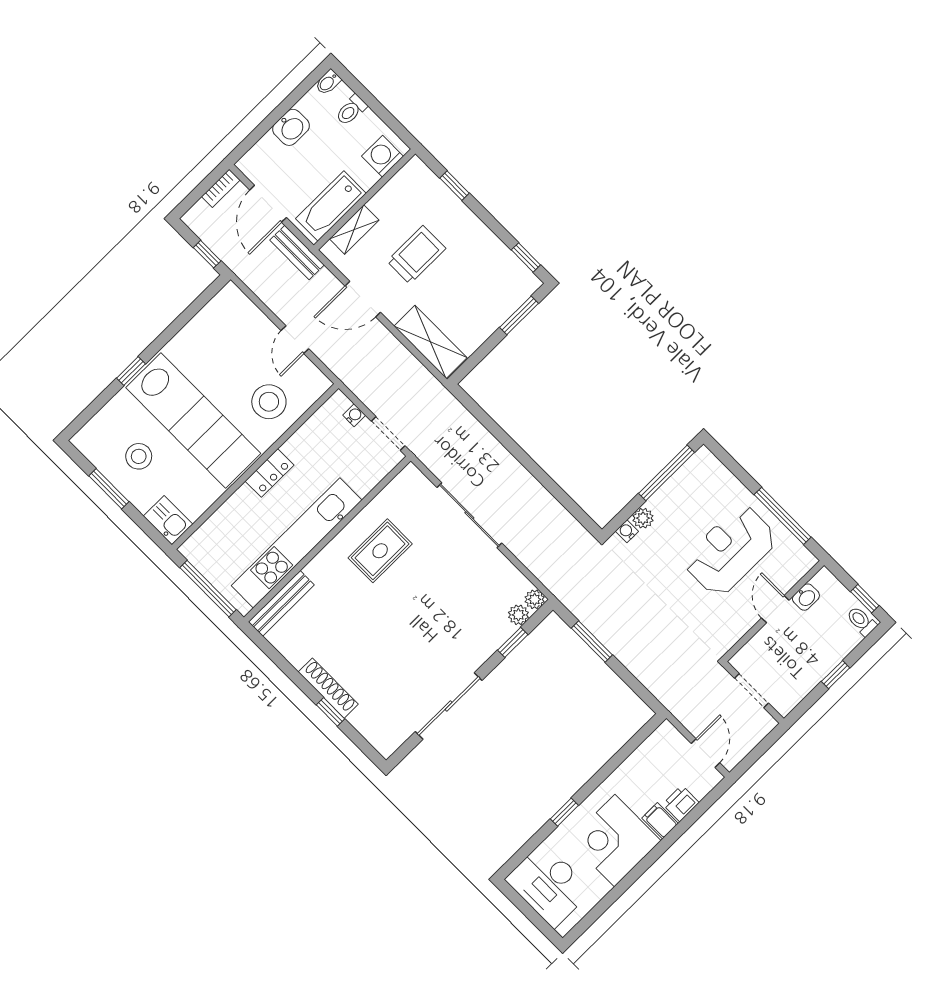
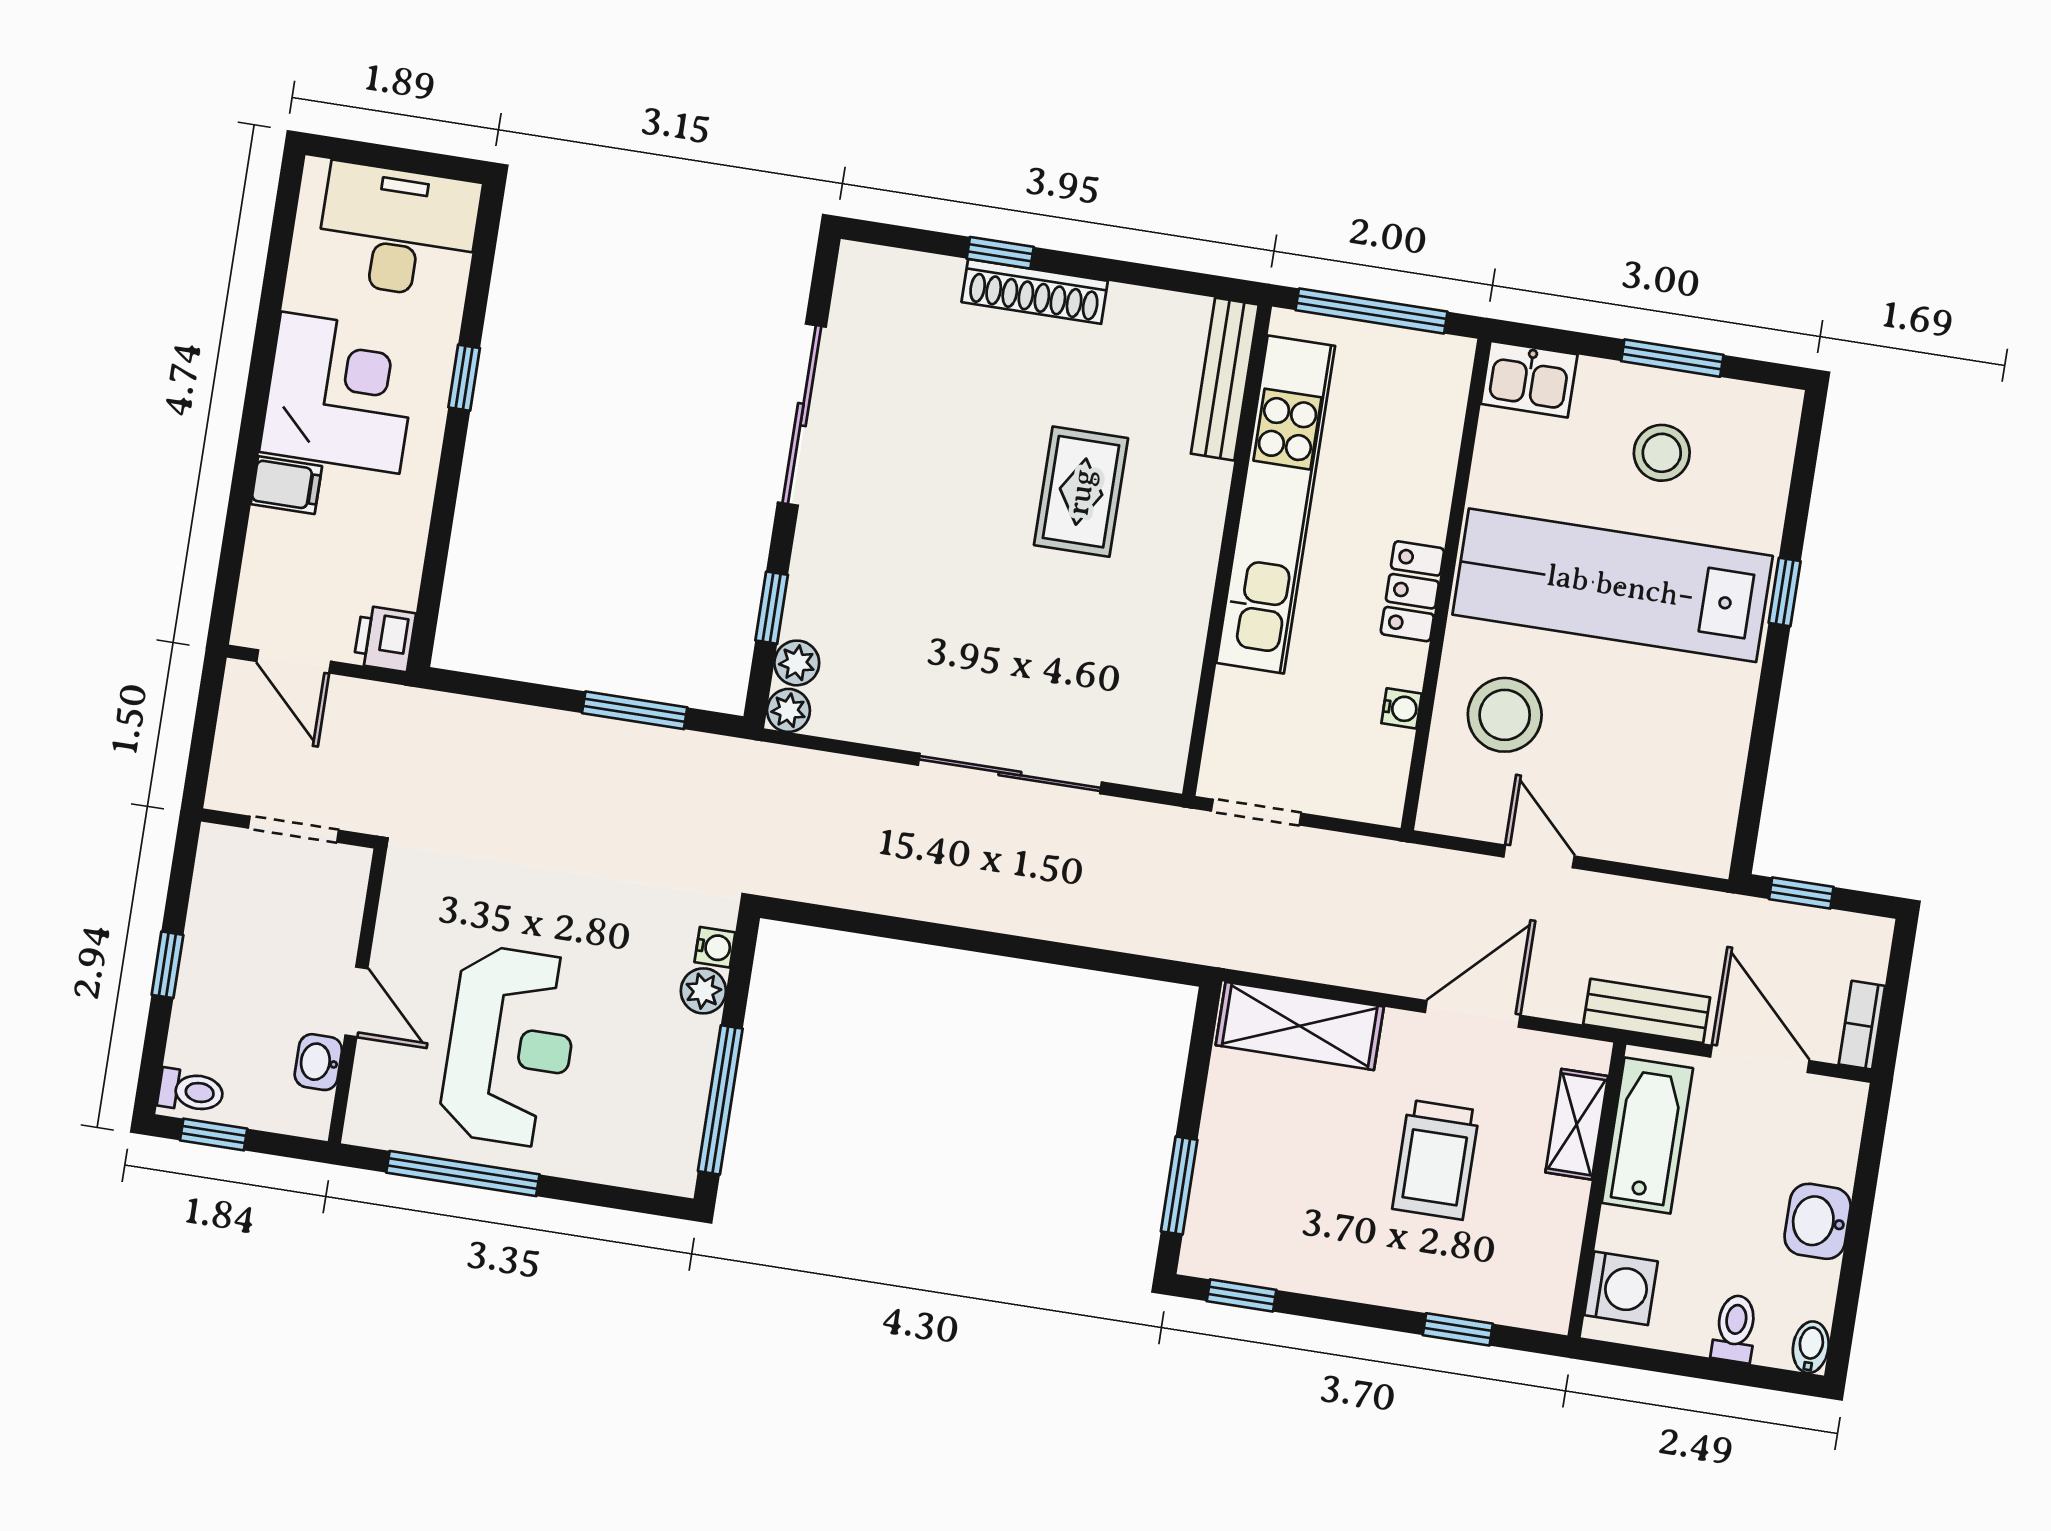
water cooler: (354, 415) -> (1402, 708), moved, turned -90
rug: (380, 551) -> (1081, 492), moved
printer: (681, 803) -> (385, 639), moved, turned 180

